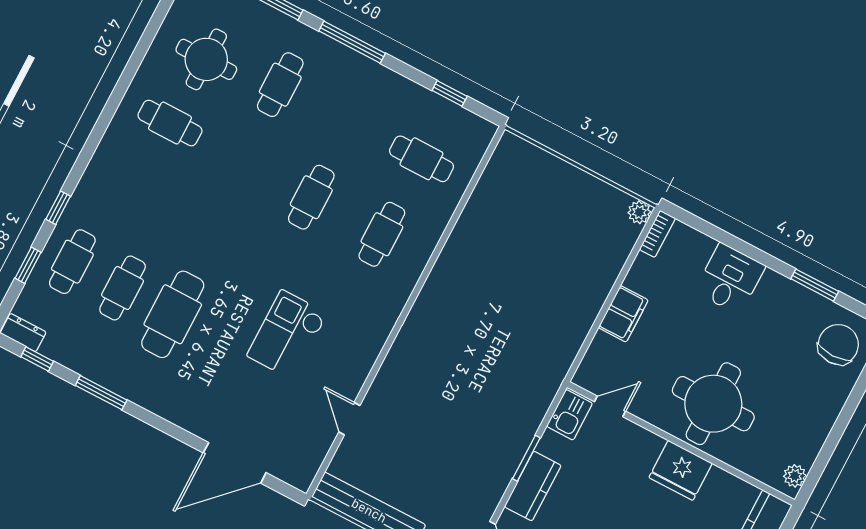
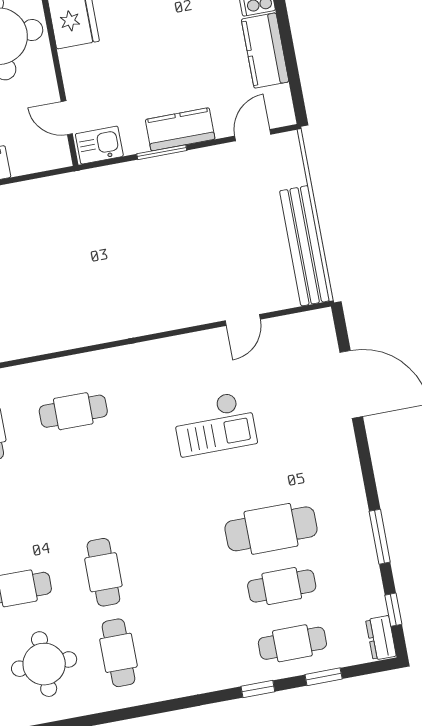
cafe table: (311, 197) -> (103, 572), moved, turned 90

